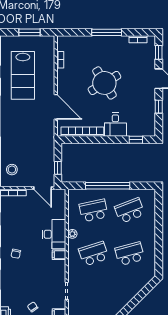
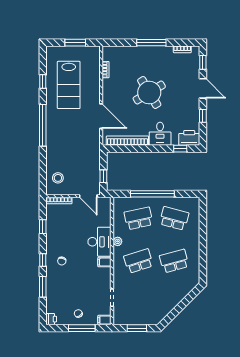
printer: (145, 129) -> (189, 138), added
school desk: (130, 211) -> (174, 218), turned 36

